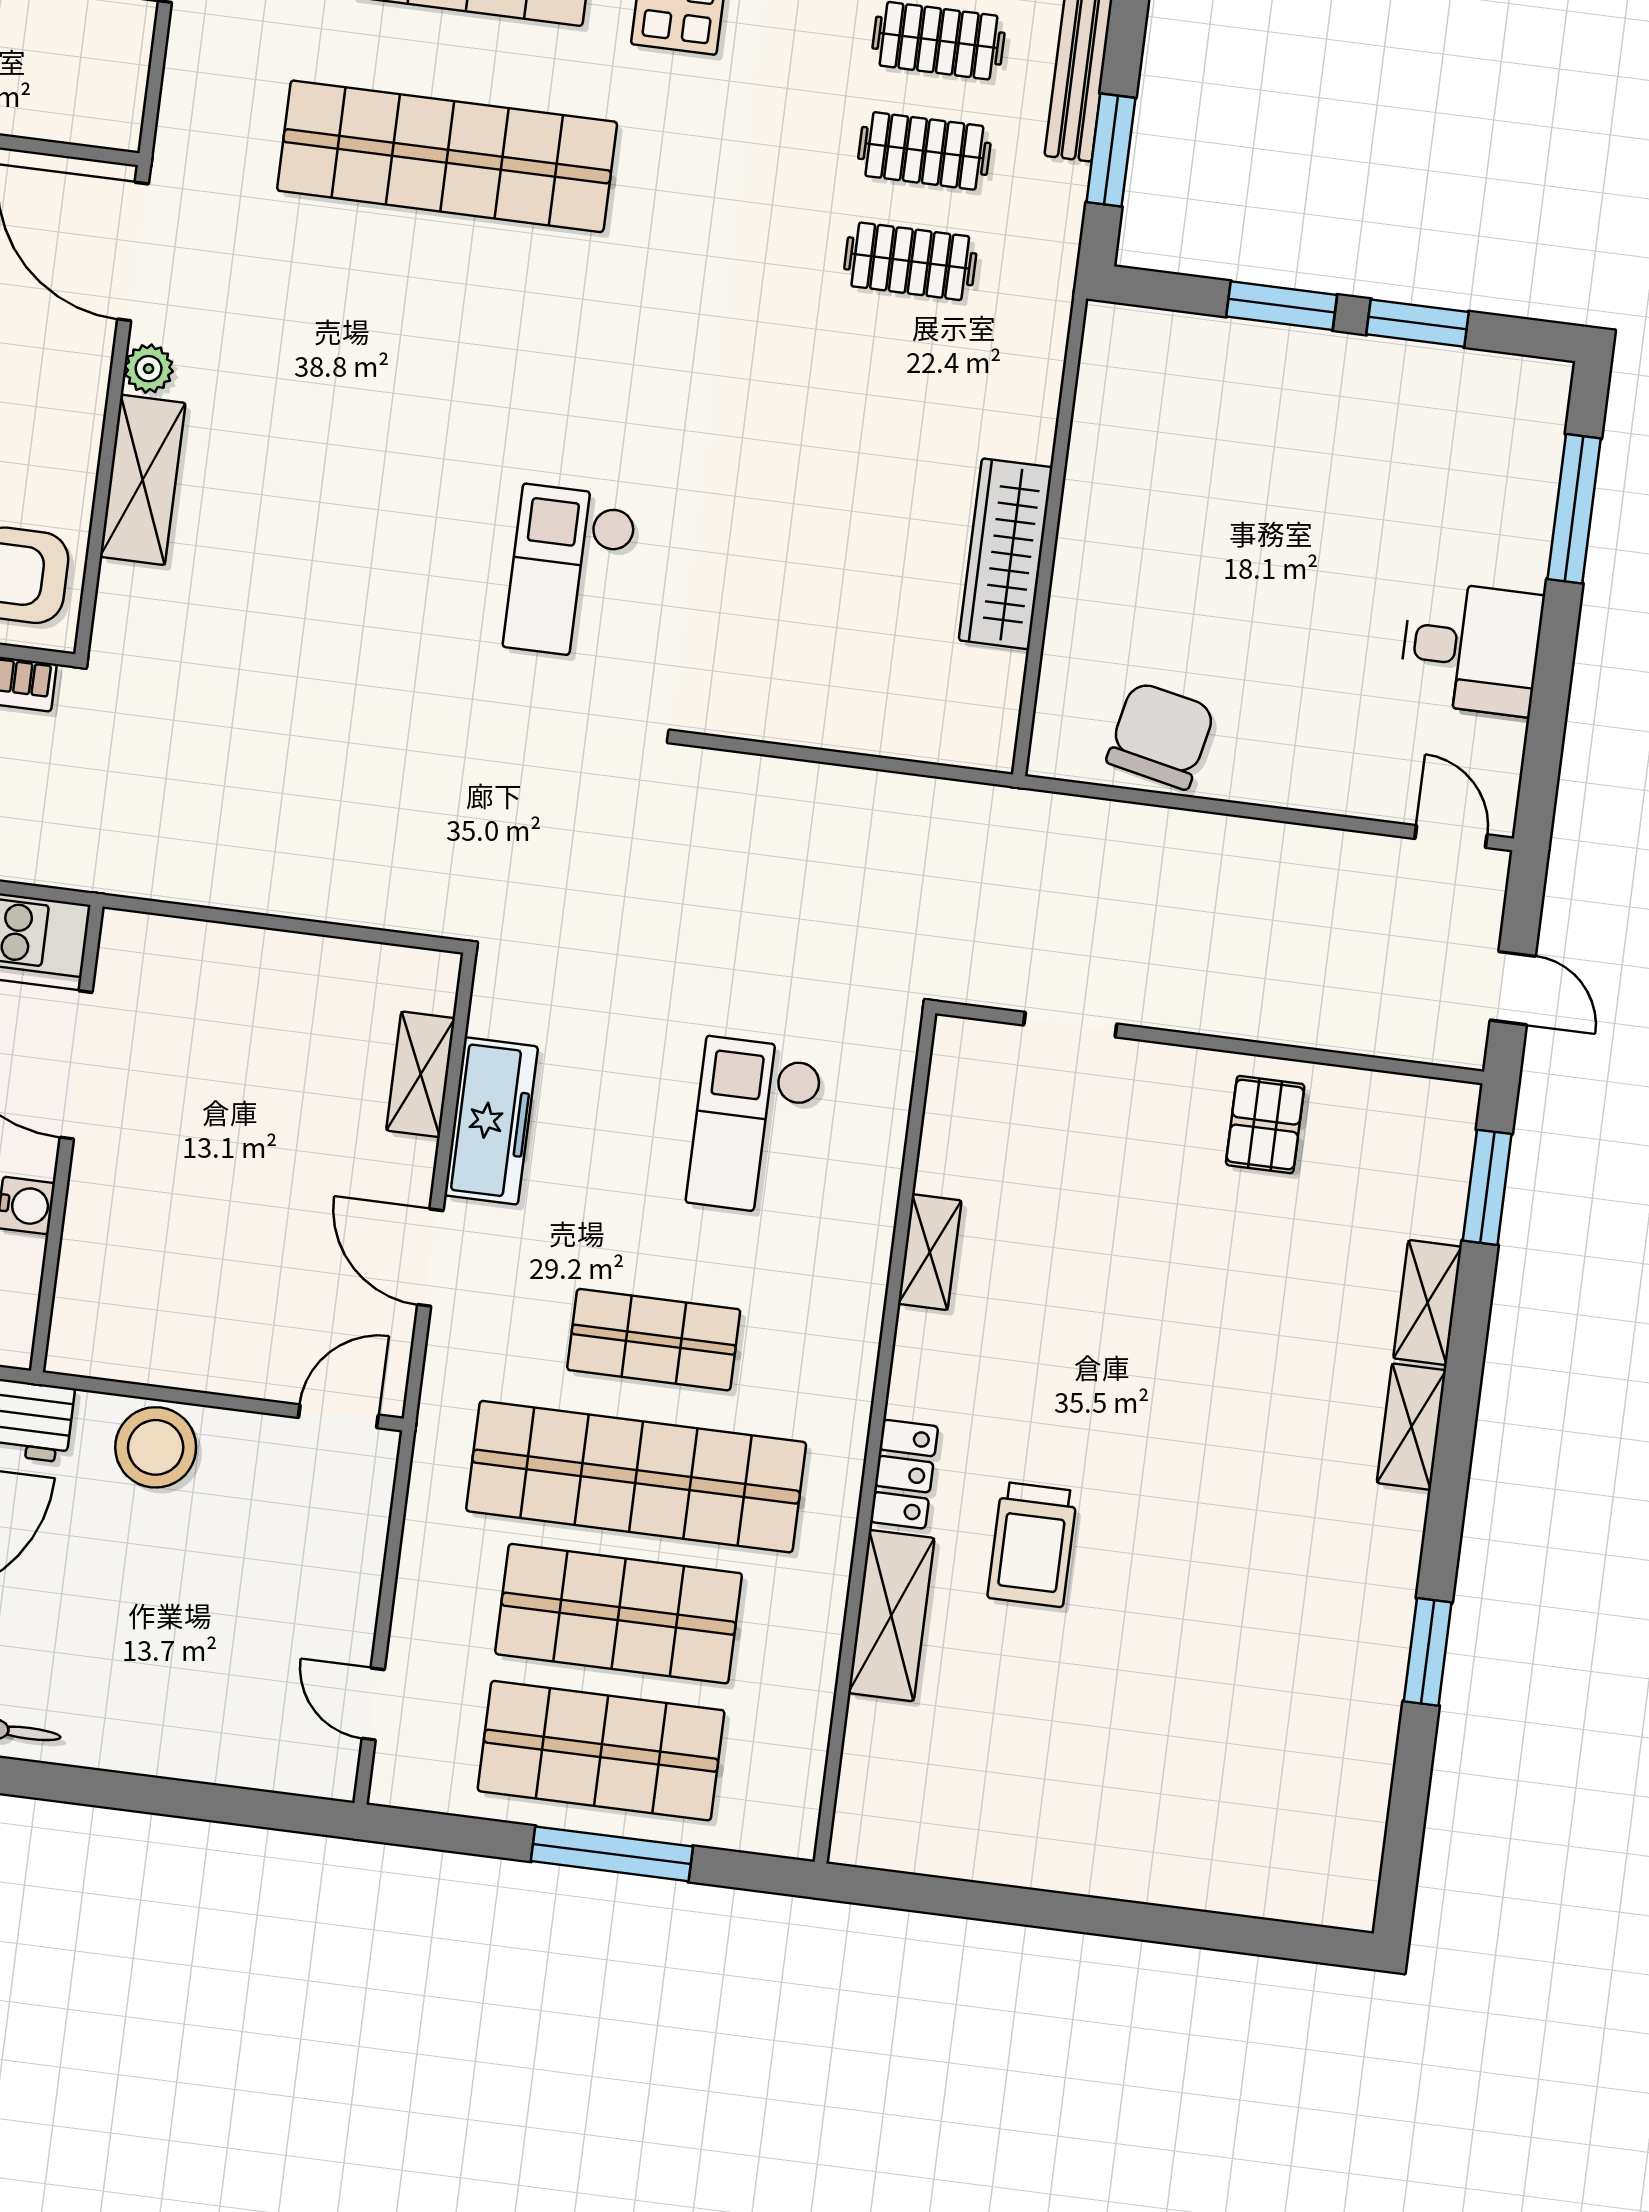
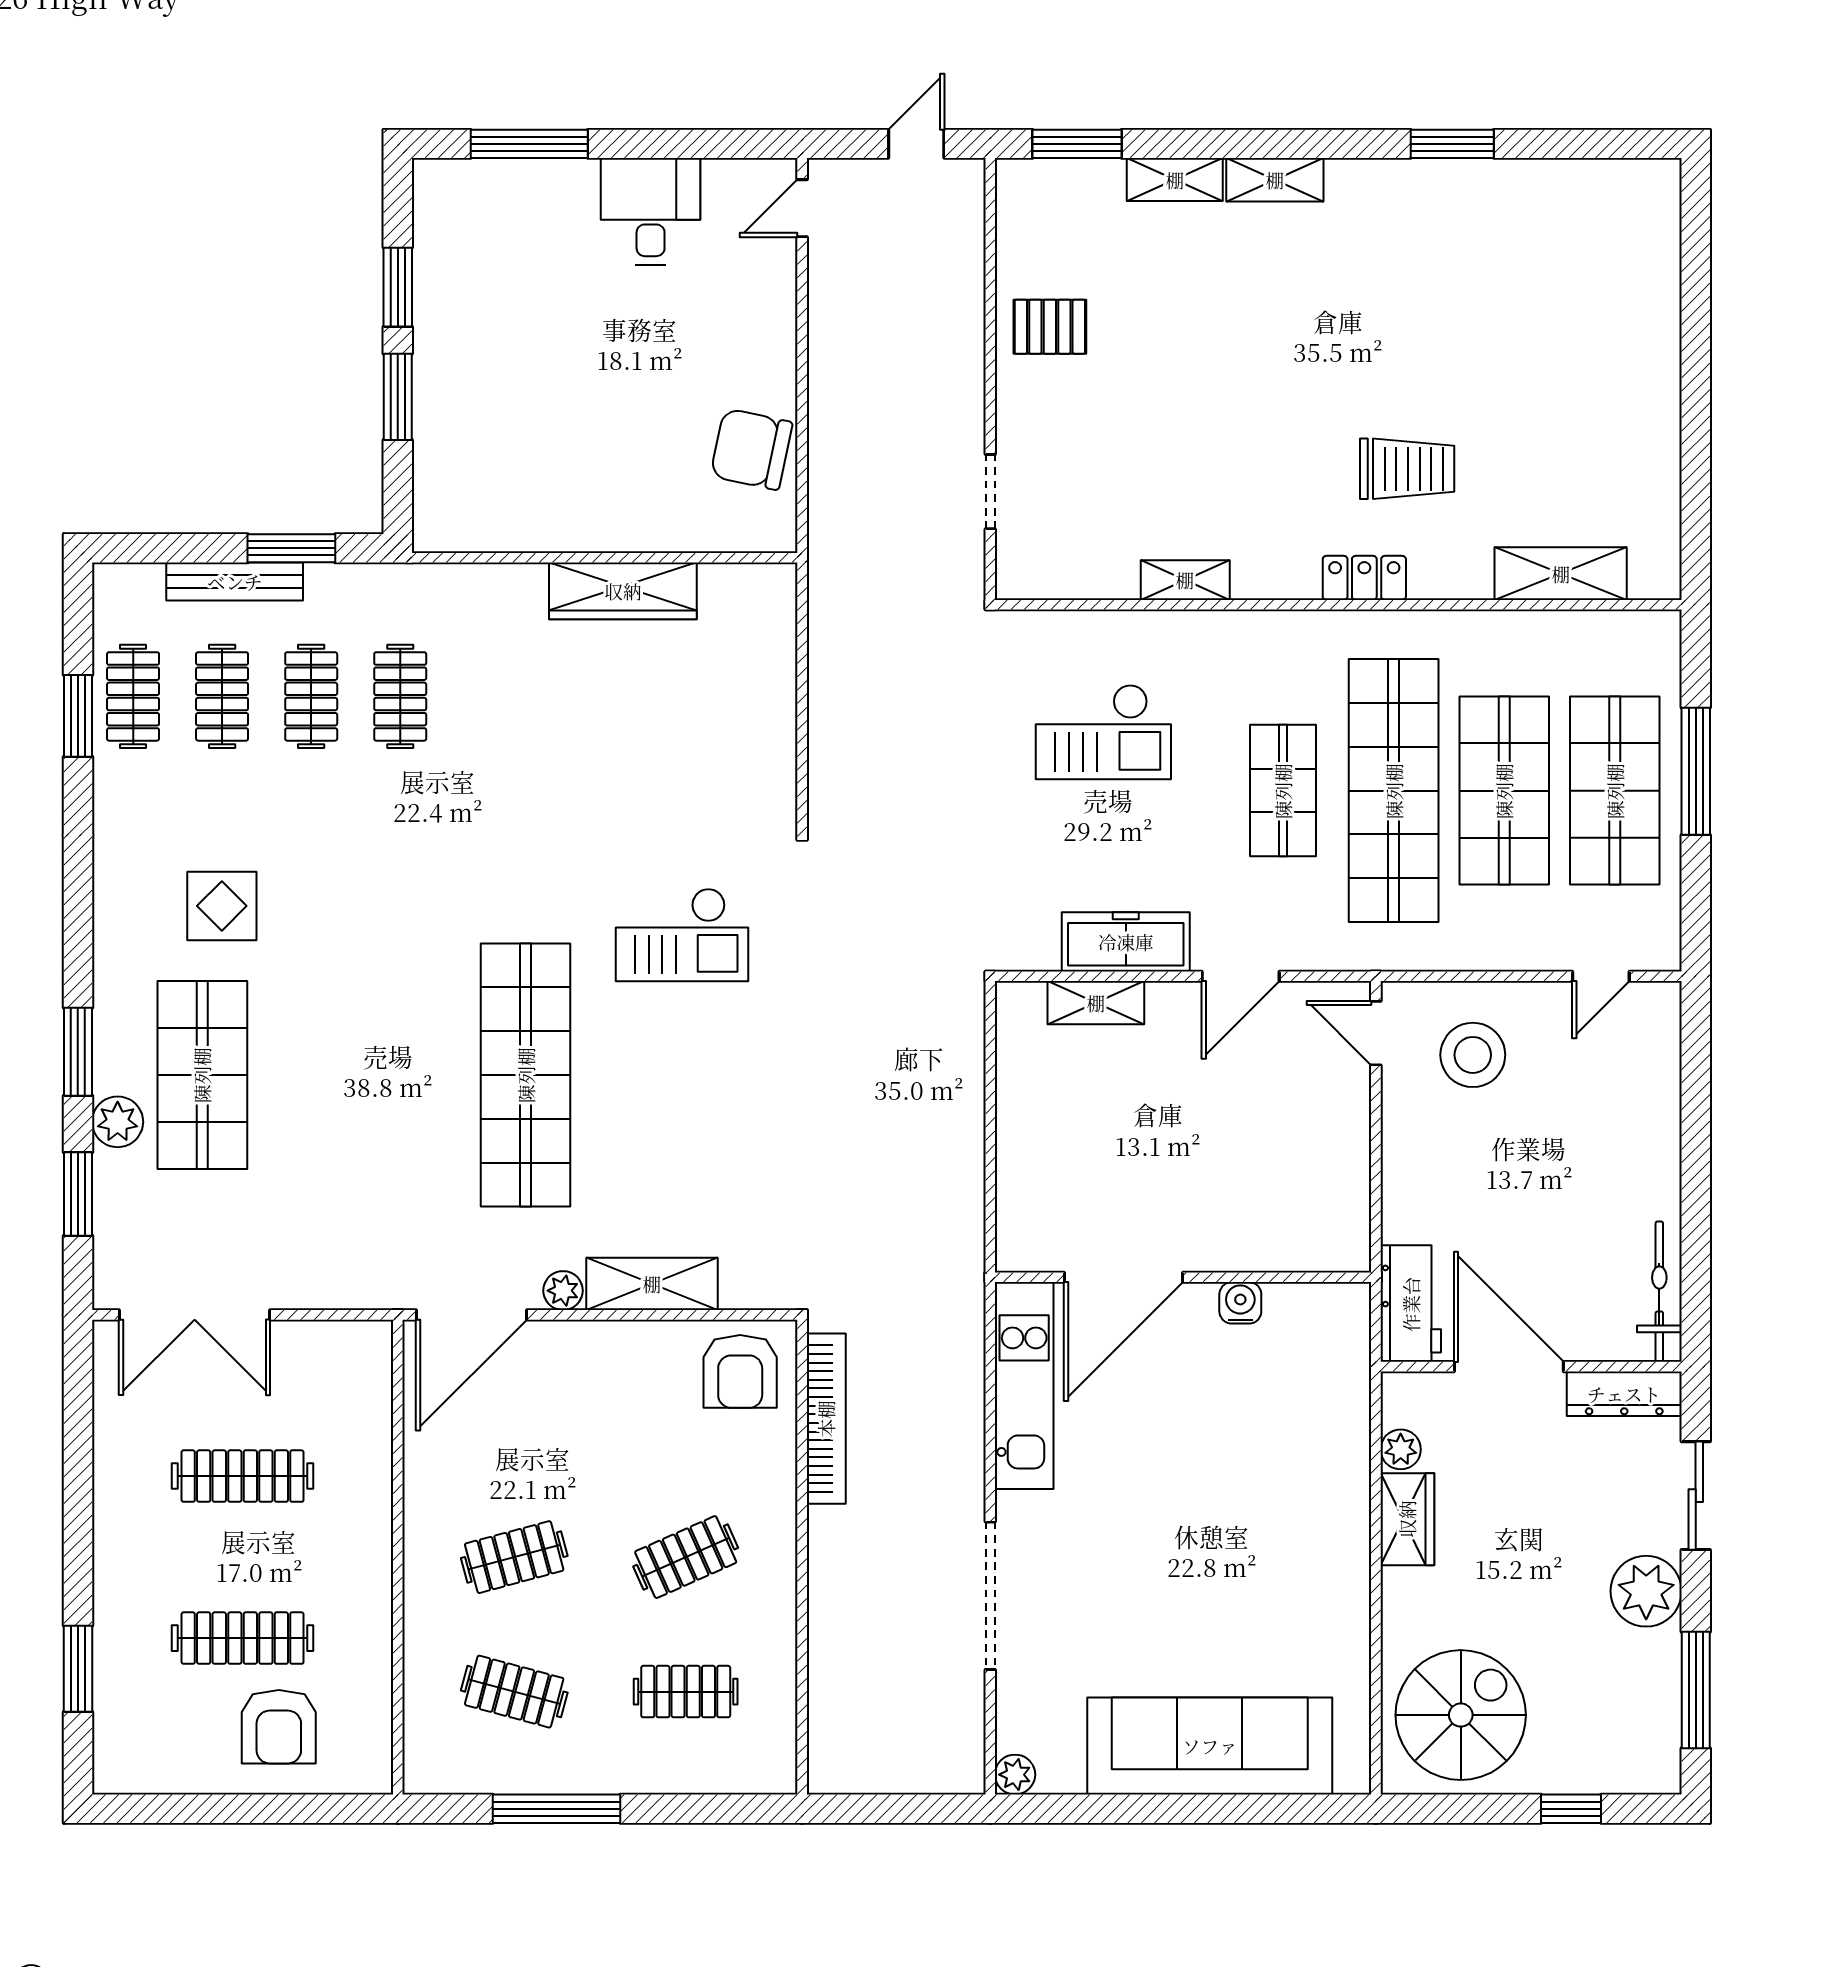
shop shelf: (447, 156) -> (526, 1075), moved
stool: (156, 1447) -> (1473, 1055), moved
shelving: (891, 1616) -> (1561, 574), moved

